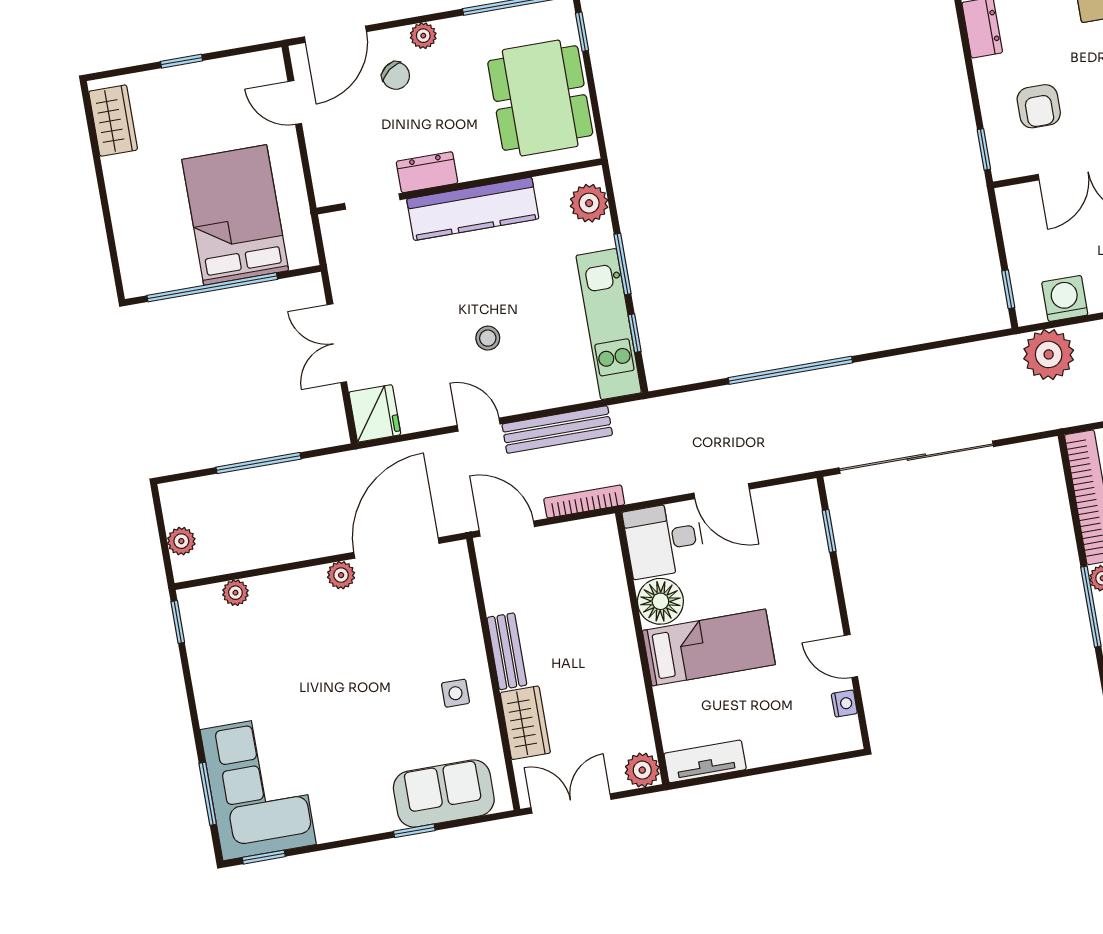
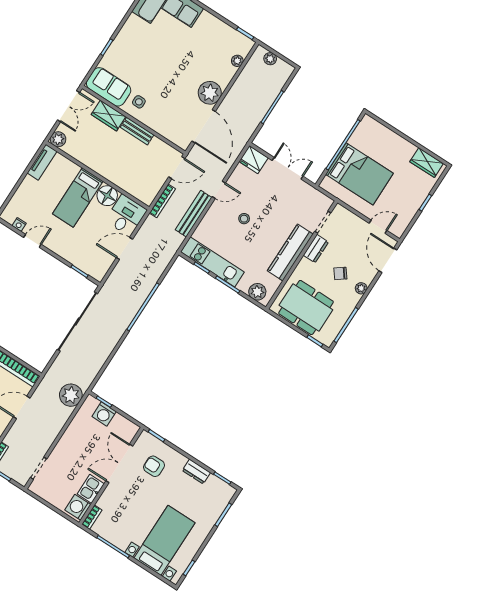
chair: (396, 76) -> (340, 273), moved
washing machine: (1065, 298) -> (104, 414), moved, turned 90
plant: (341, 575) -> (210, 93), width x1.88, depth x1.88
sofa: (444, 794) -> (109, 87), moved, turned -90

